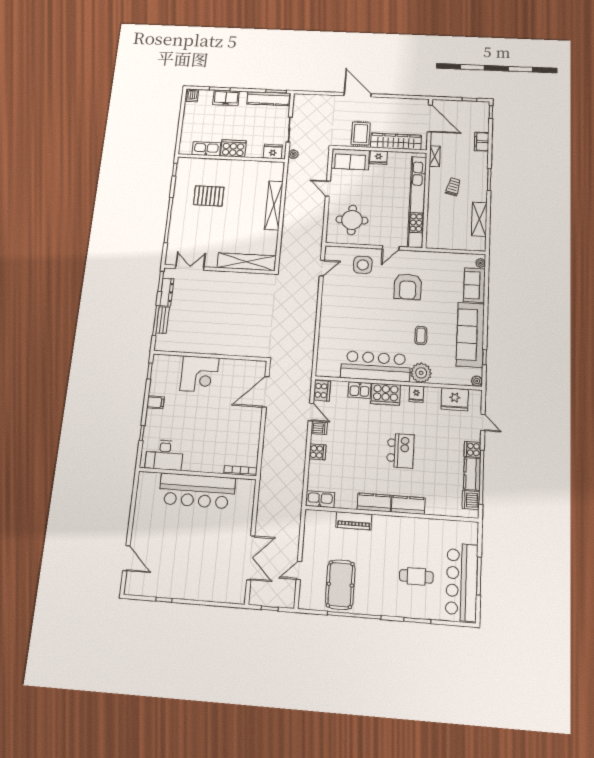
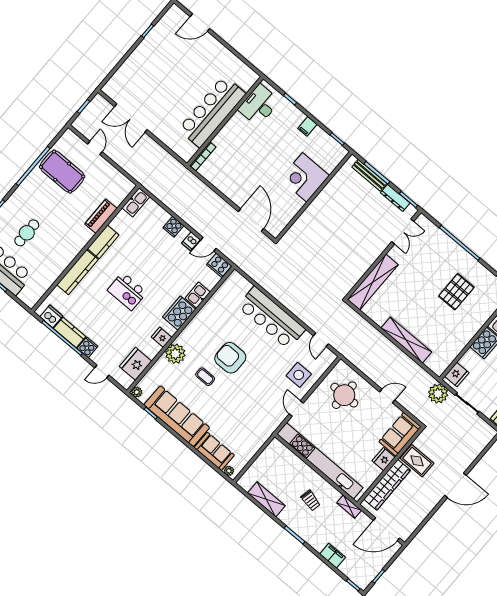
plant: (293, 154) -> (438, 394), width x1.87, depth x1.87
armchair: (408, 287) -> (230, 358), moved
bench: (163, 320) -> (369, 175), width x1.36
bar counter: (376, 366) -> (271, 318), moved, turned 90
kitchen counter: (408, 505) -> (77, 272), width x1.50

